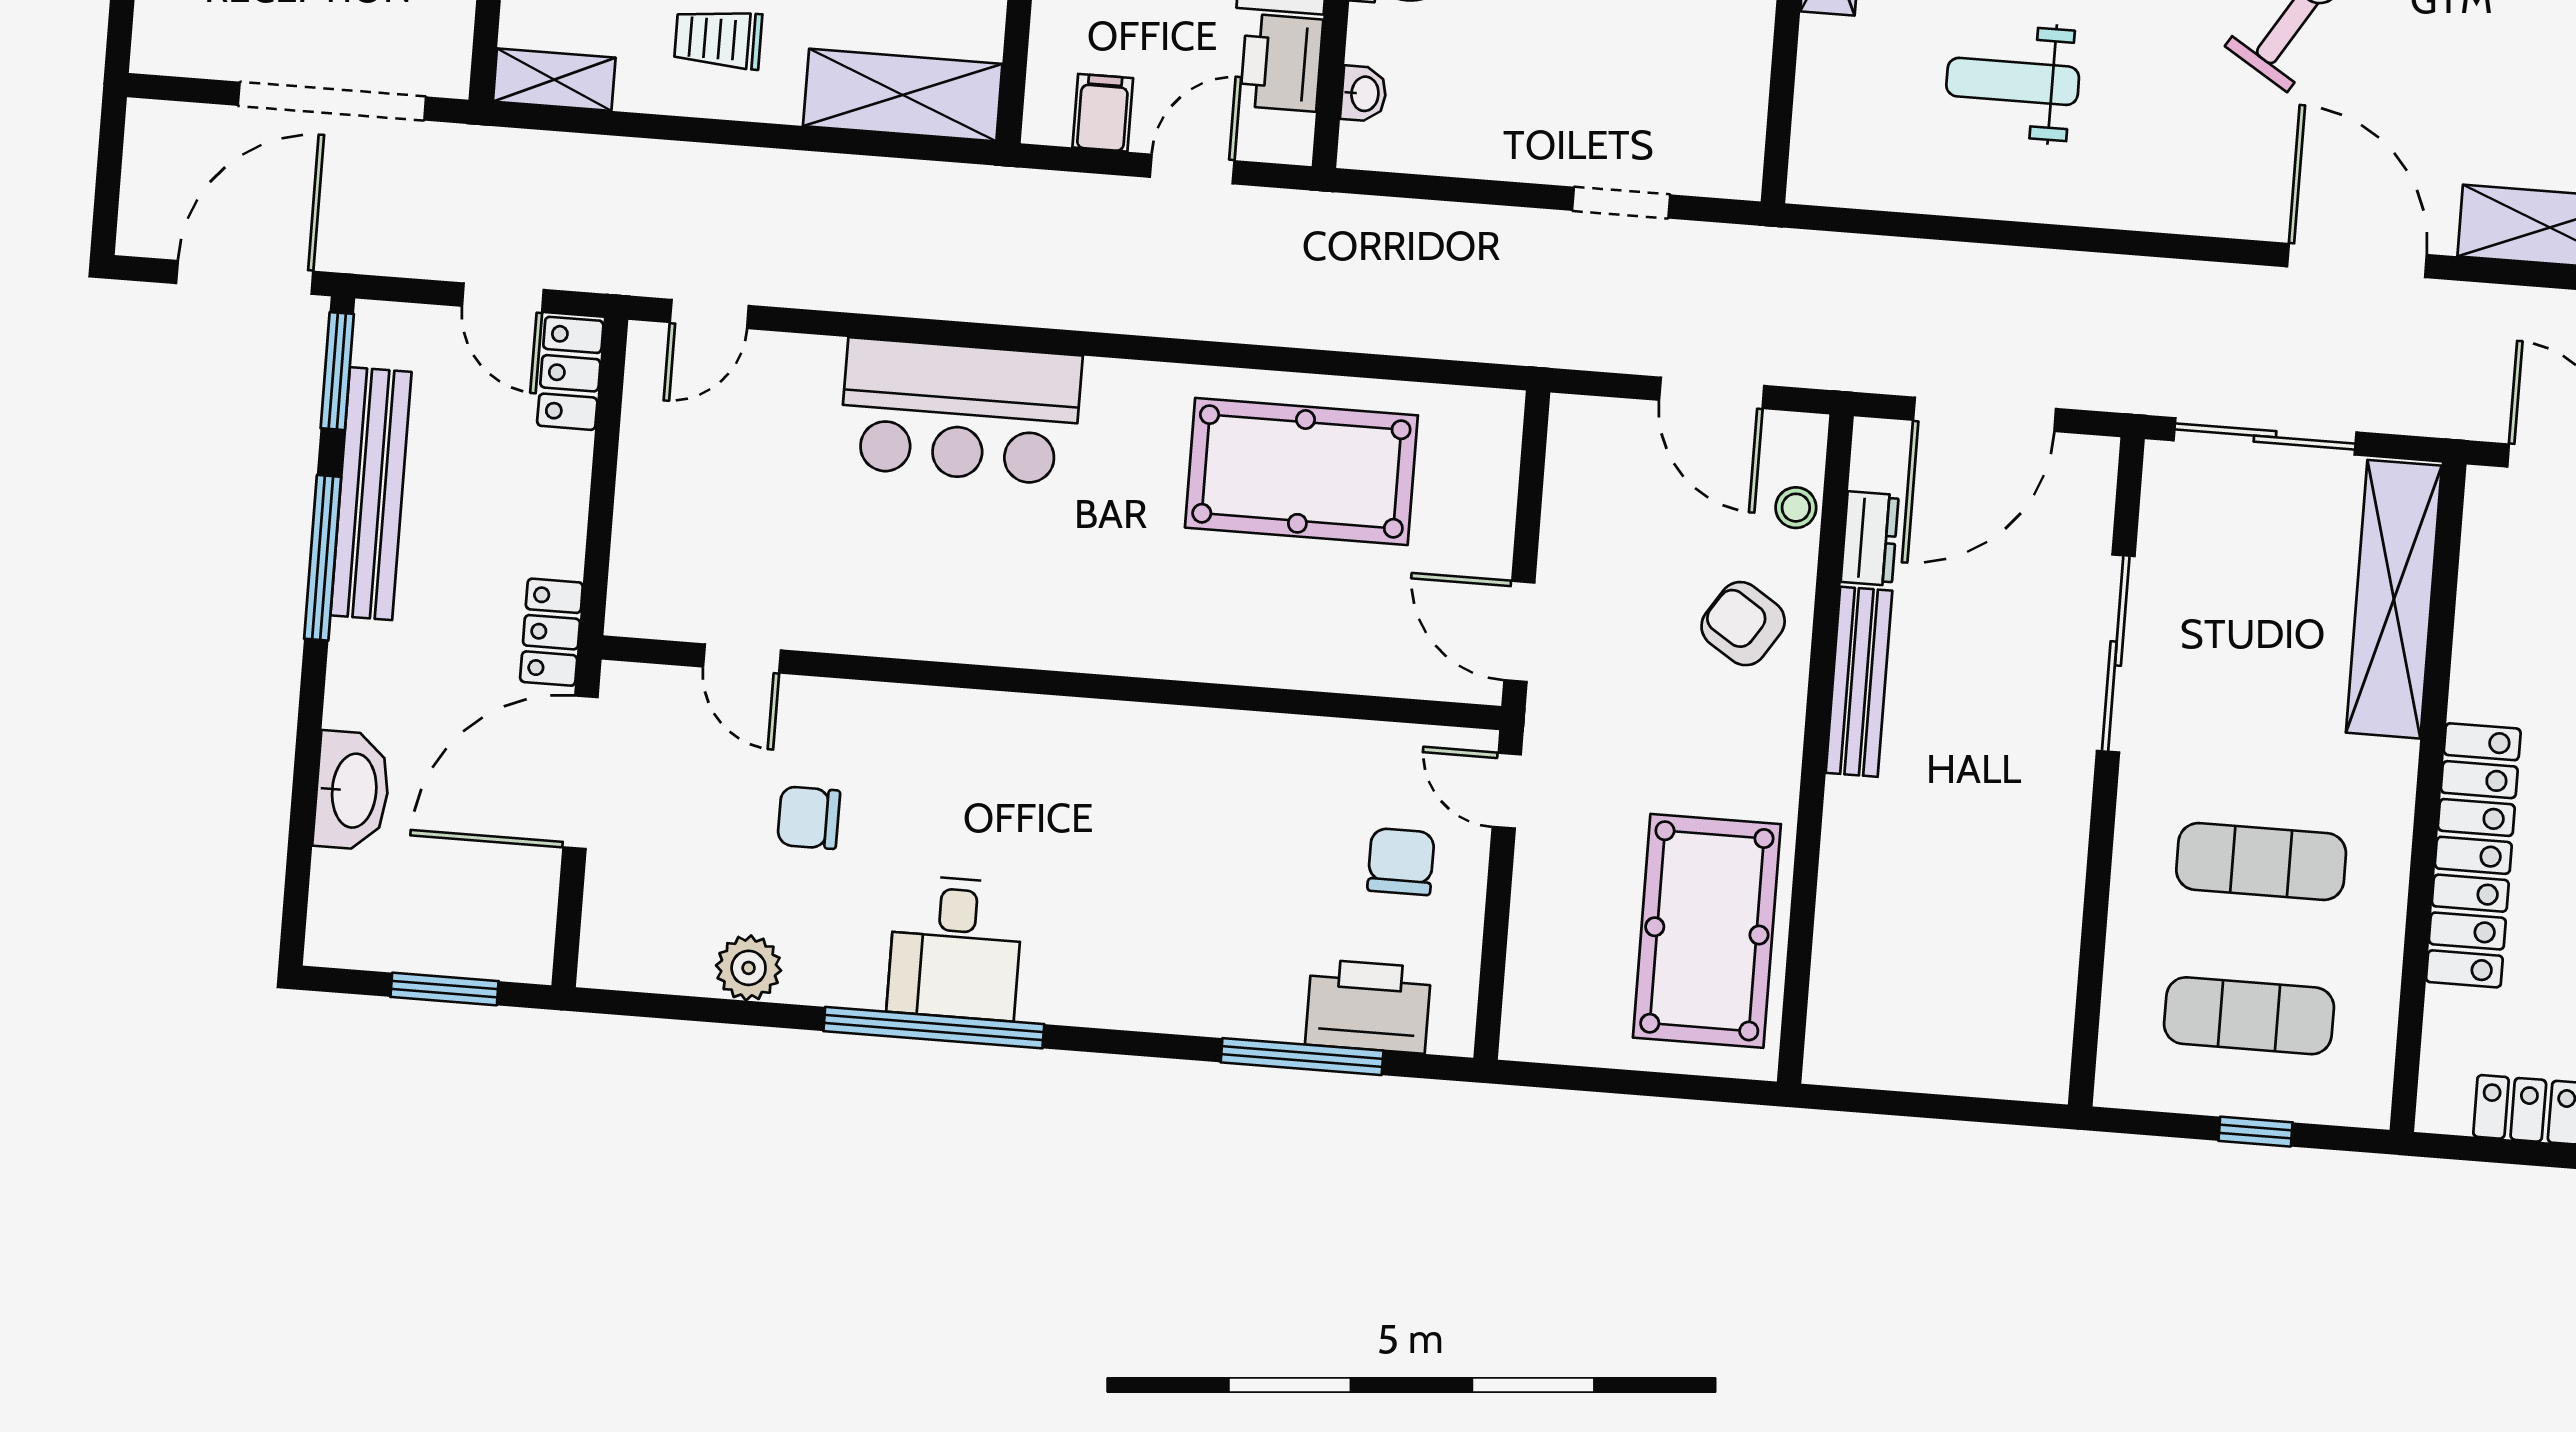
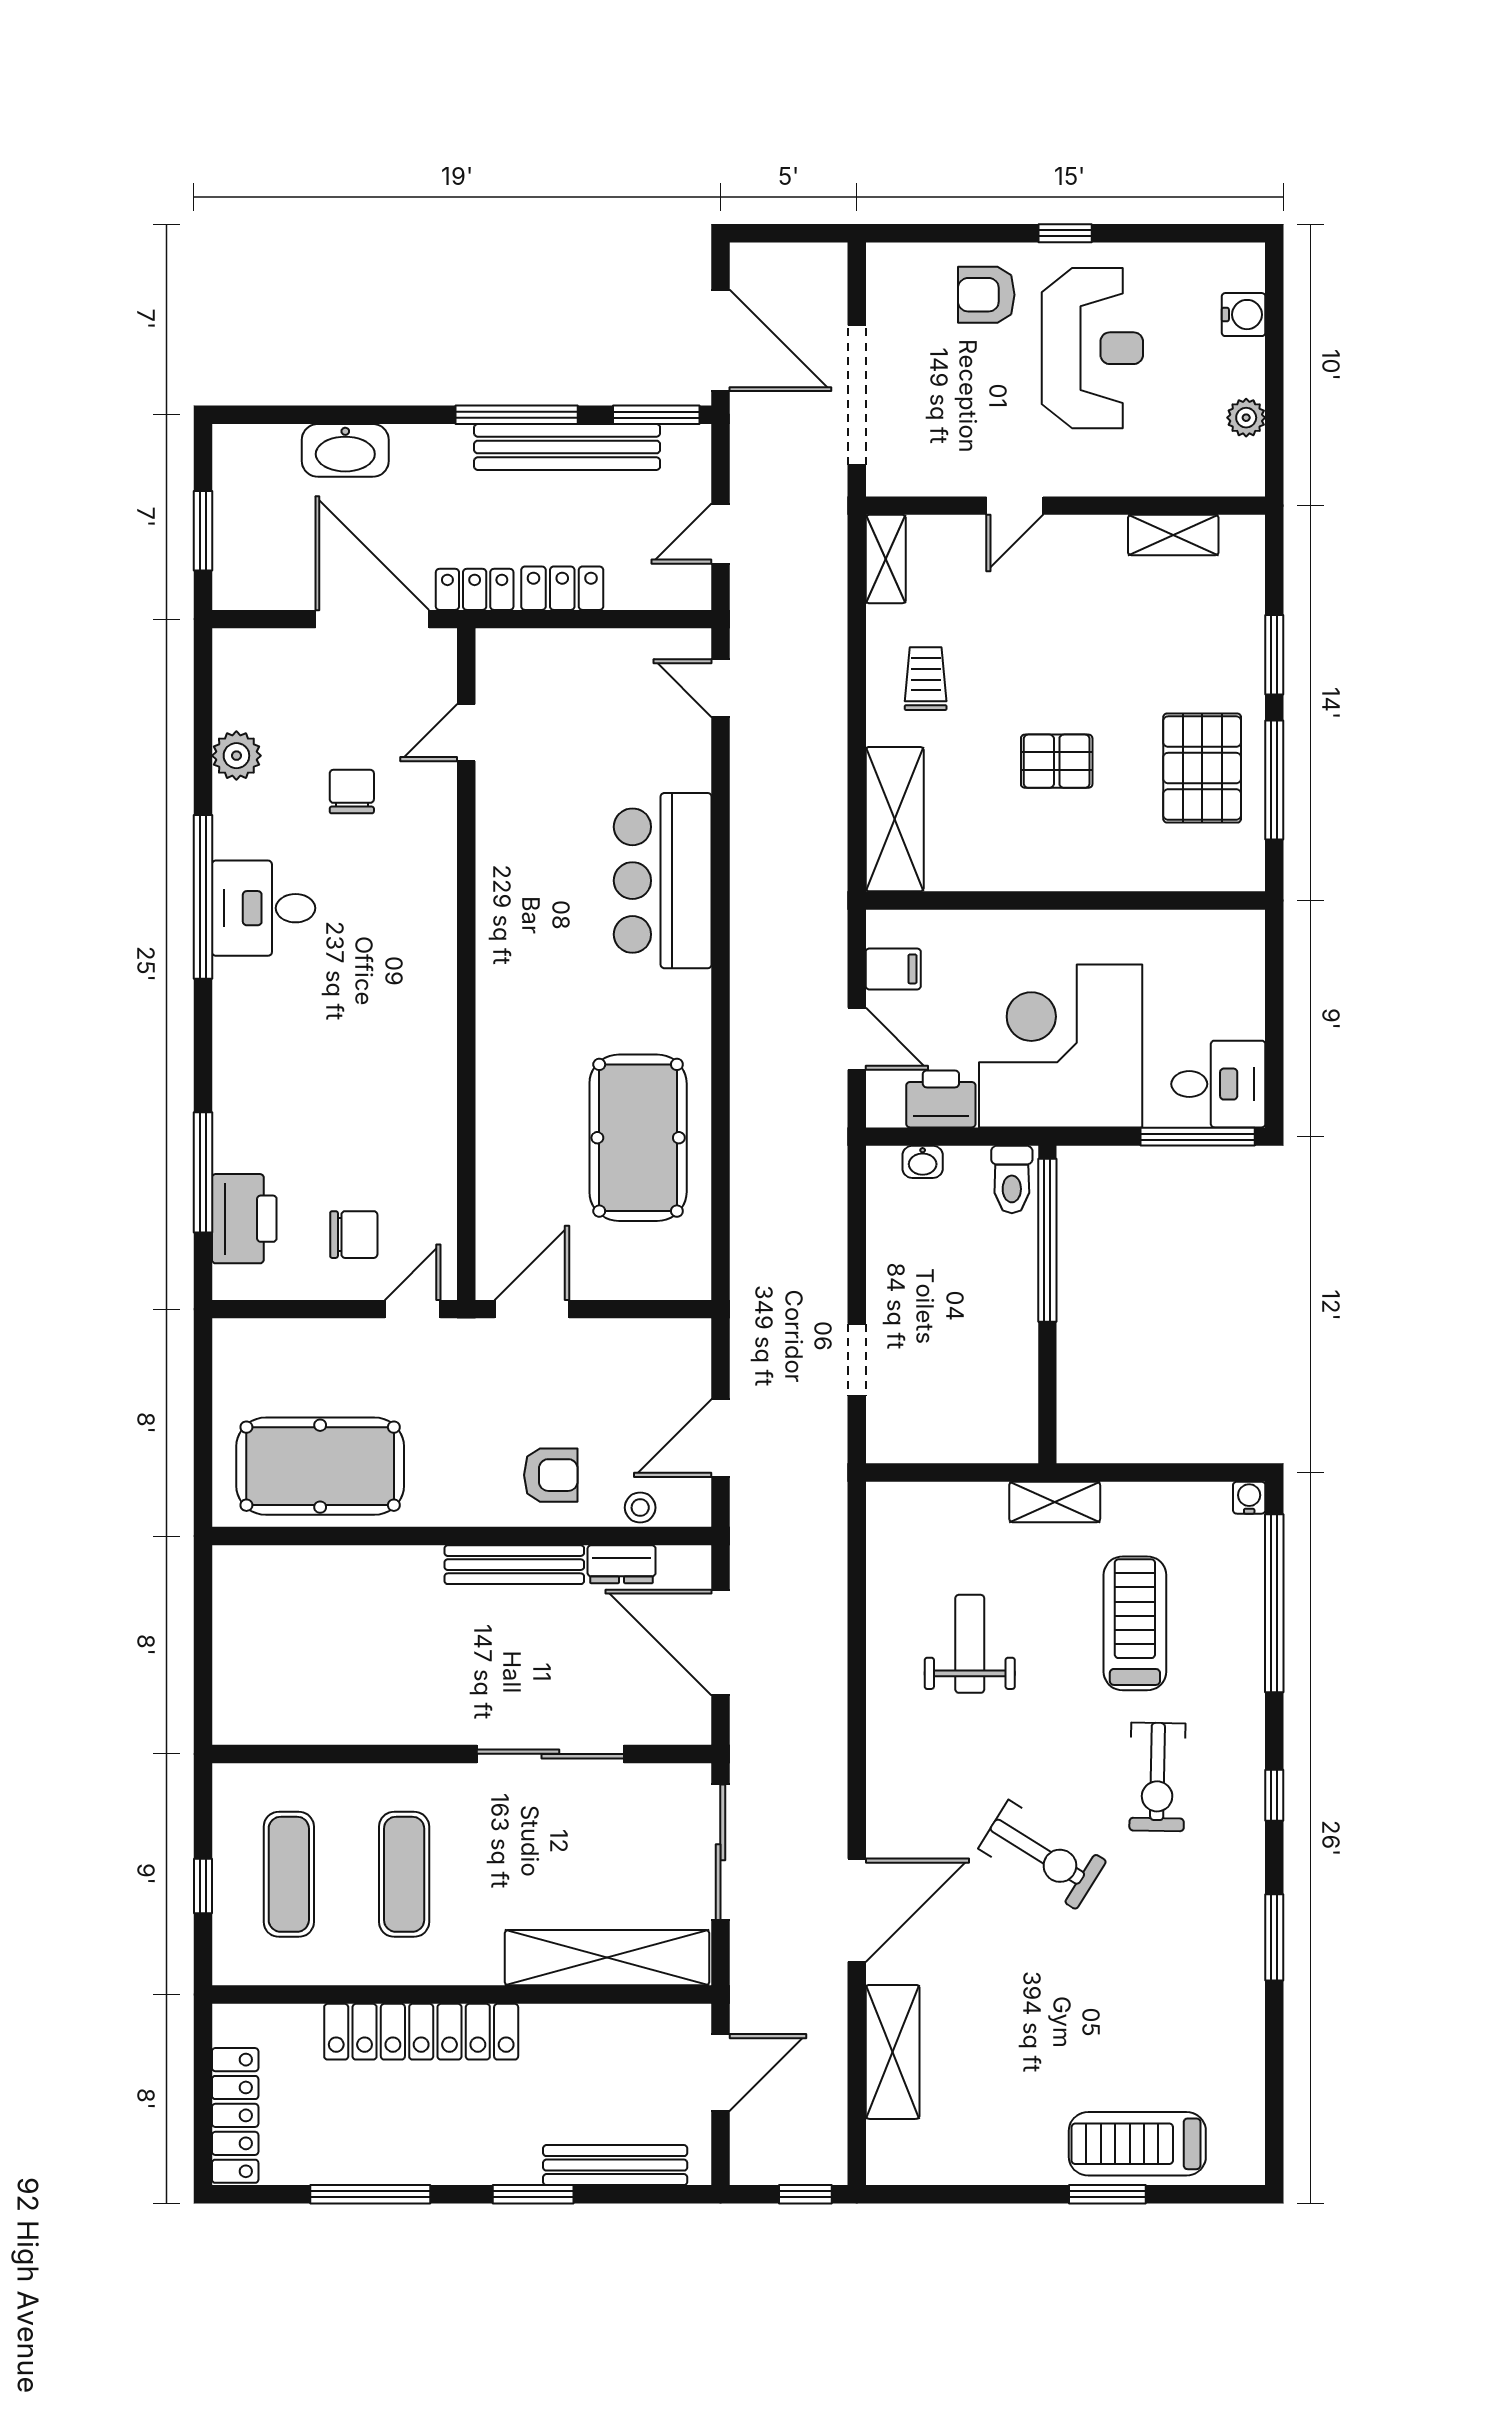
locker: (570, 373) -> (562, 588), moved
armchair: (1743, 624) -> (551, 1475), turned 57

